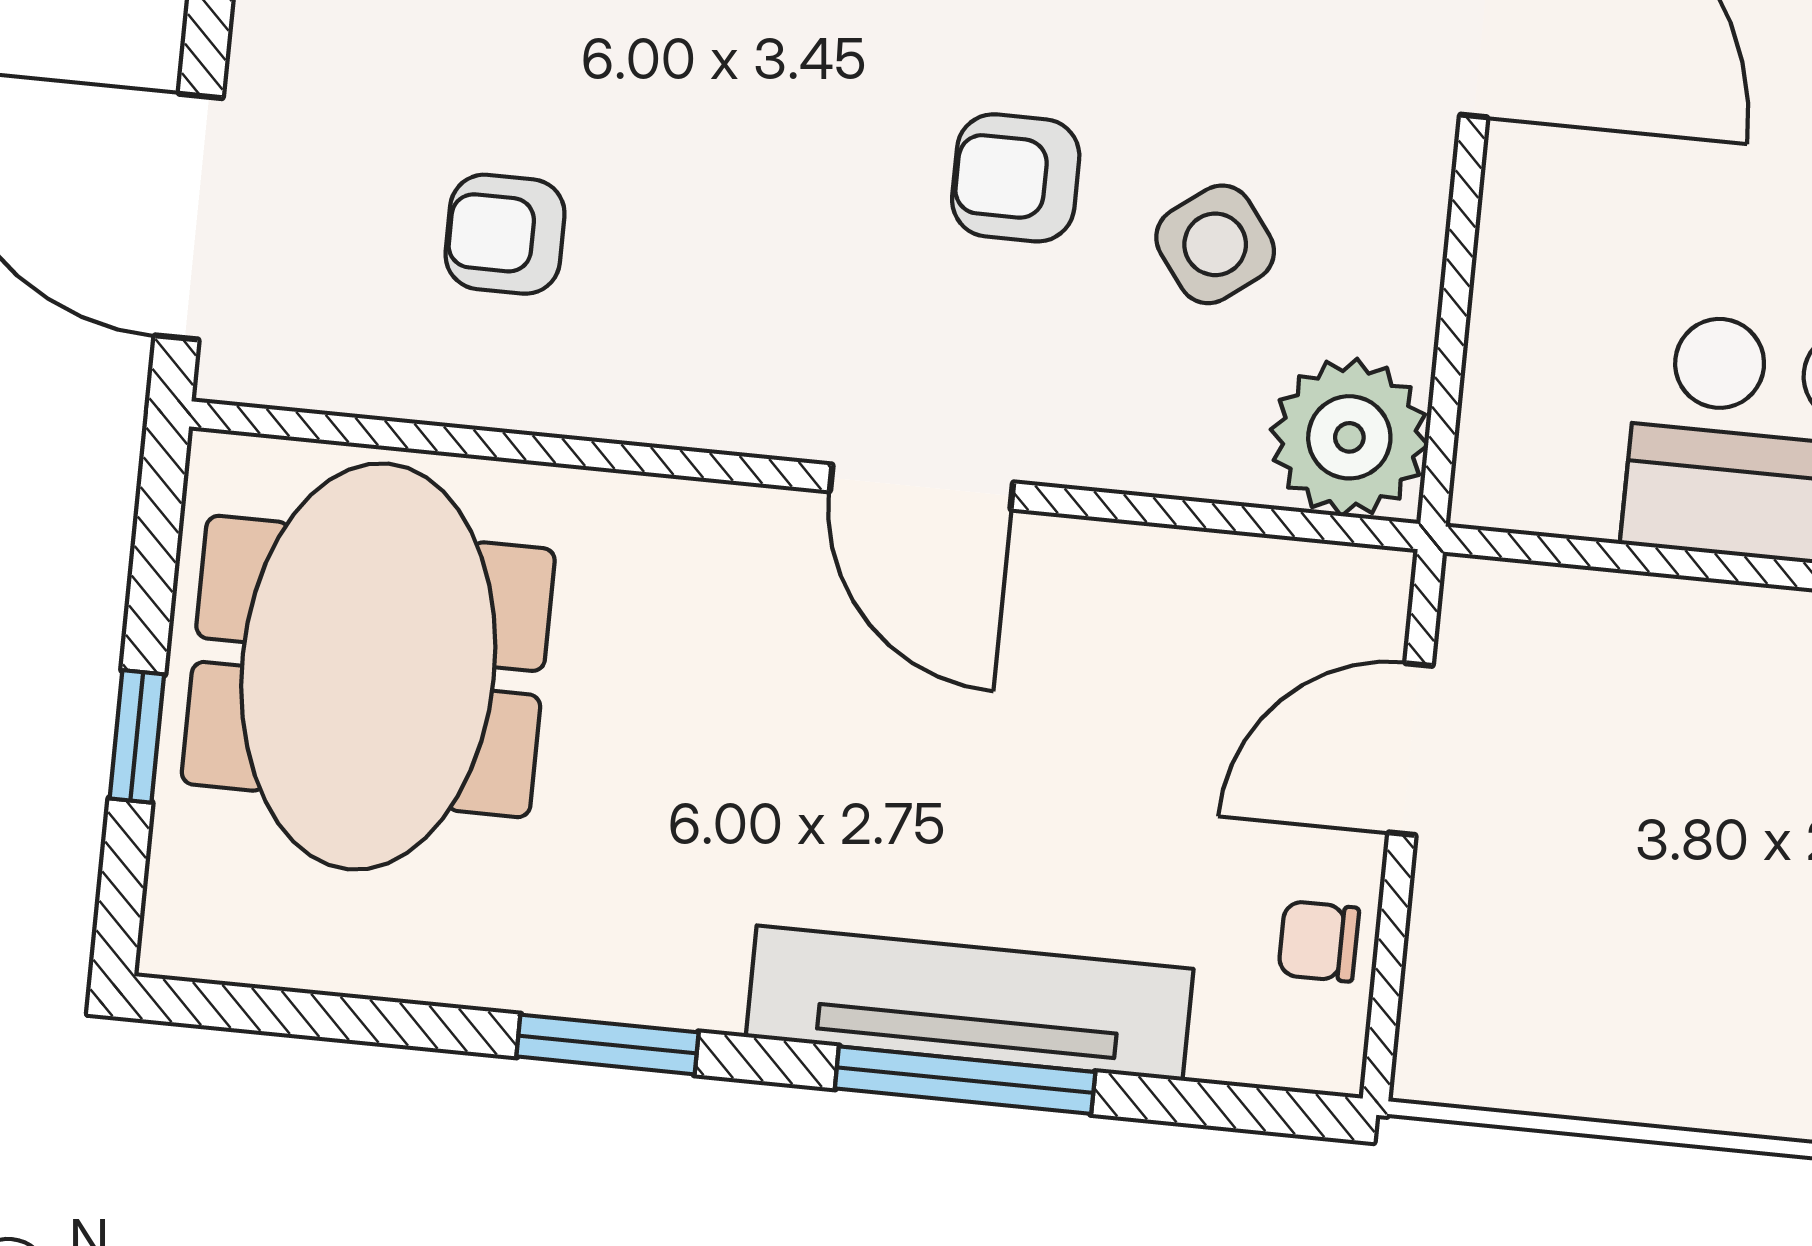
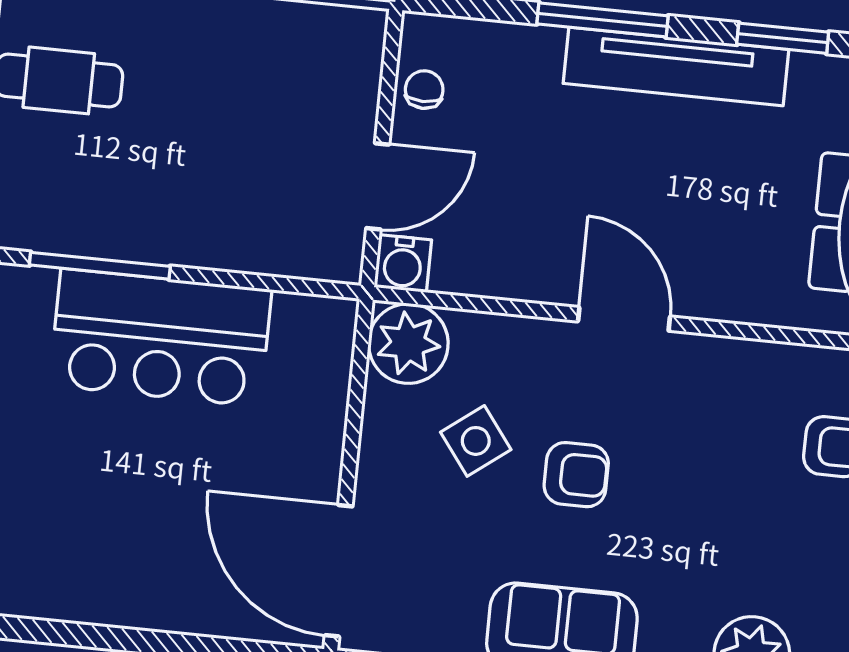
water cooler: (1361, 596) -> (403, 264), added
chair: (1319, 941) -> (424, 90), turned -90
tv unit: (970, 1003) -> (676, 66), moved

